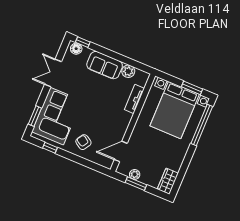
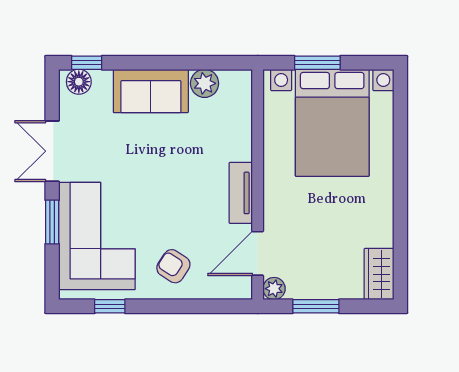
window: (192, 88) -> (317, 63), moved
tv unit: (134, 99) -> (241, 193), moved
window: (35, 116) -> (52, 222), moved
window: (202, 125) -> (400, 130), removed
plant: (135, 174) -> (274, 289), moved

